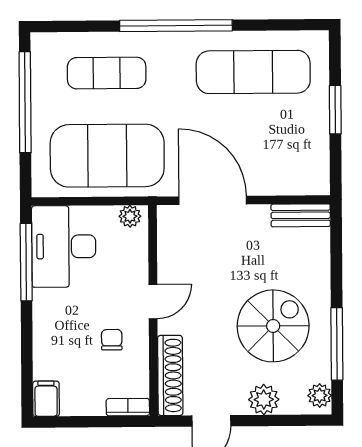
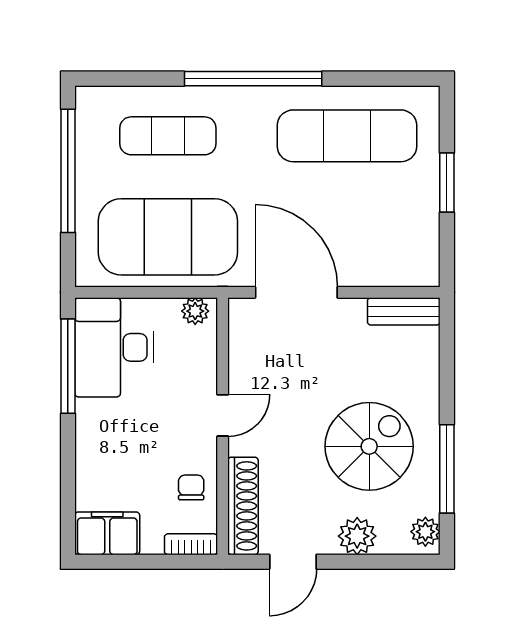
chair: (112, 340) -> (191, 487), moved
filing cabinet: (46, 399) -> (107, 533), width x2.00

